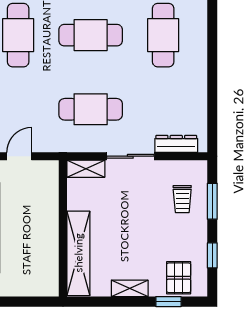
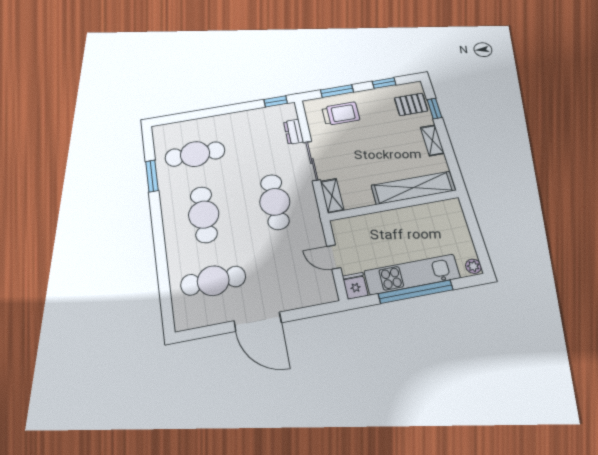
window: (212, 132) -> (276, 101), added
dresser: (176, 144) -> (294, 132), width x0.70
trolley: (182, 199) -> (341, 114), width x1.36, depth x1.39

